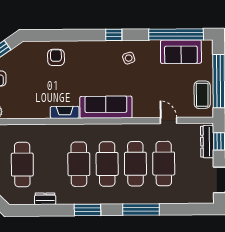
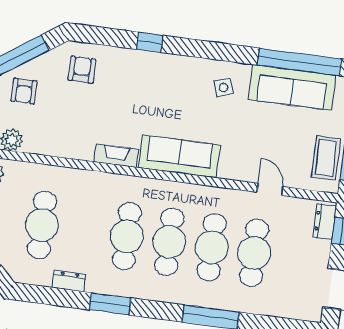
window: (114, 35) -> (150, 42), moved
sofa: (181, 52) -> (292, 87), width x1.36
armchair: (56, 57) -> (82, 70), moved
dresser: (207, 142) -> (325, 222), width x0.70
window: (88, 210) -> (110, 304), moved

